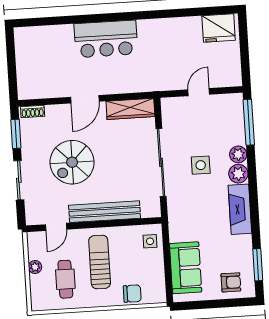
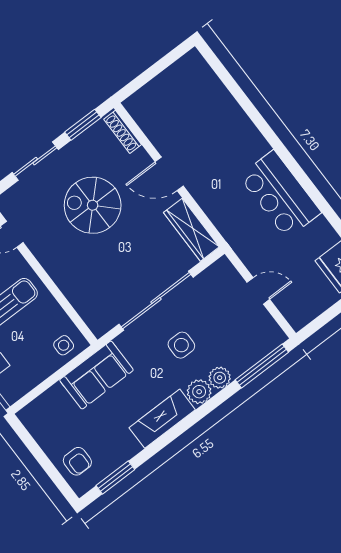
bar counter: (106, 39) -> (280, 194), moved
shoe rack: (33, 112) -> (123, 132), width x1.43
bench: (105, 212) -> (63, 275), removed
sofa: (186, 268) -> (96, 375), moved

